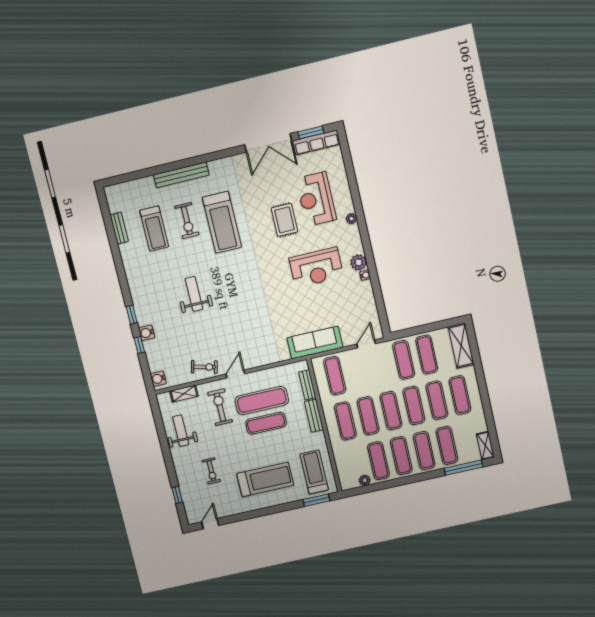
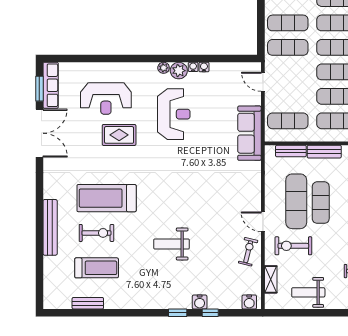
plant: (351, 219) -> (164, 68), moved
treadmill: (222, 222) -> (107, 198), turned 180
water cooler: (367, 285) -> (204, 67), added

